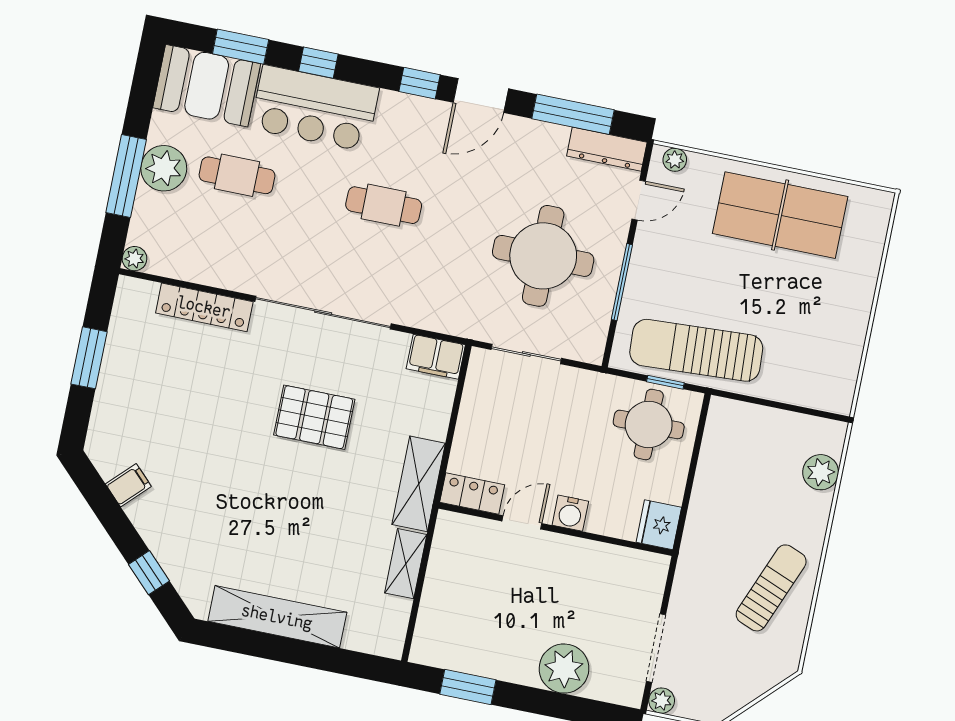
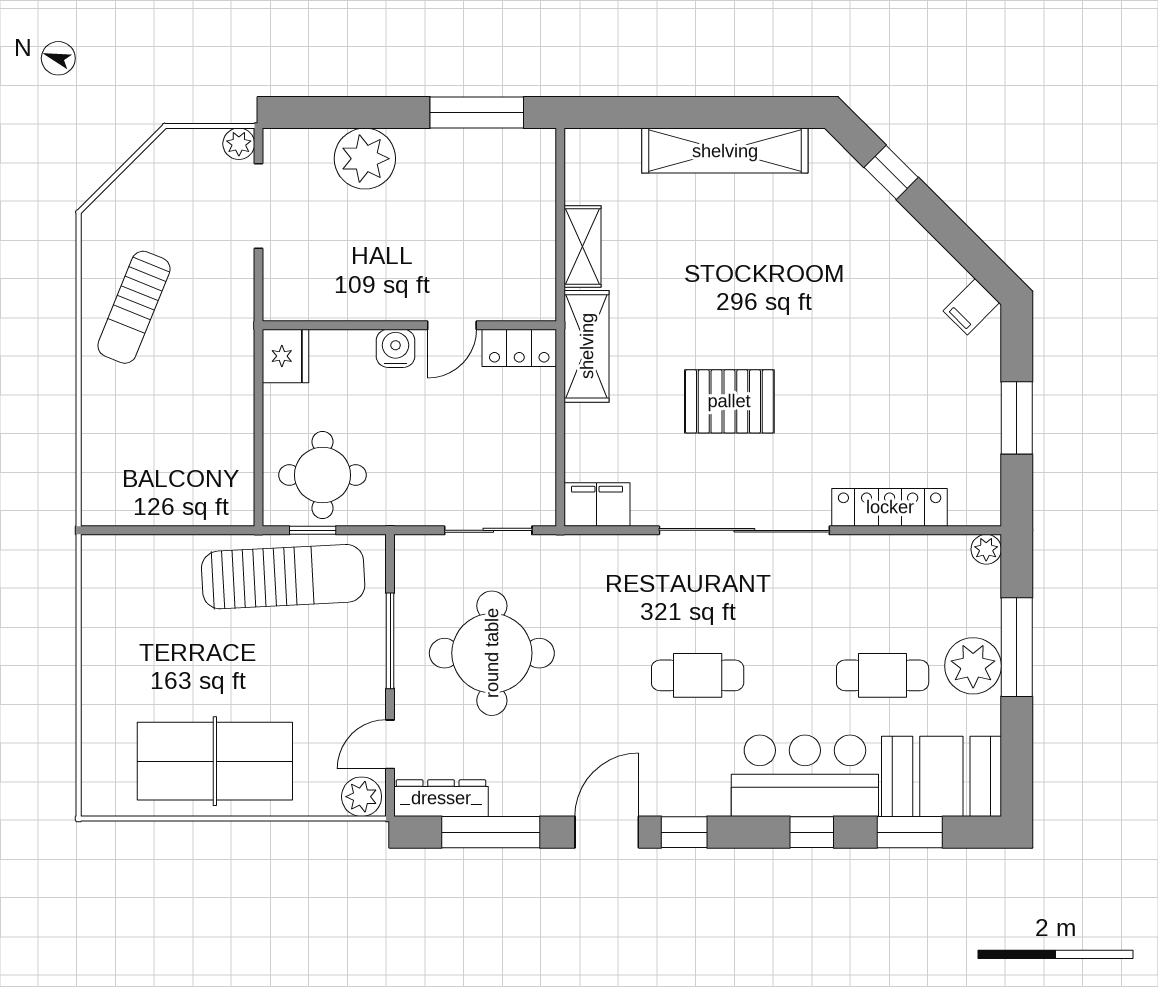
plant: (675, 160) -> (362, 797), width x1.38, depth x1.38
plant: (821, 472) -> (102, 460), removed
filing cabinet: (128, 485) -> (971, 307), moved
window: (468, 687) -> (477, 112), width x1.44

